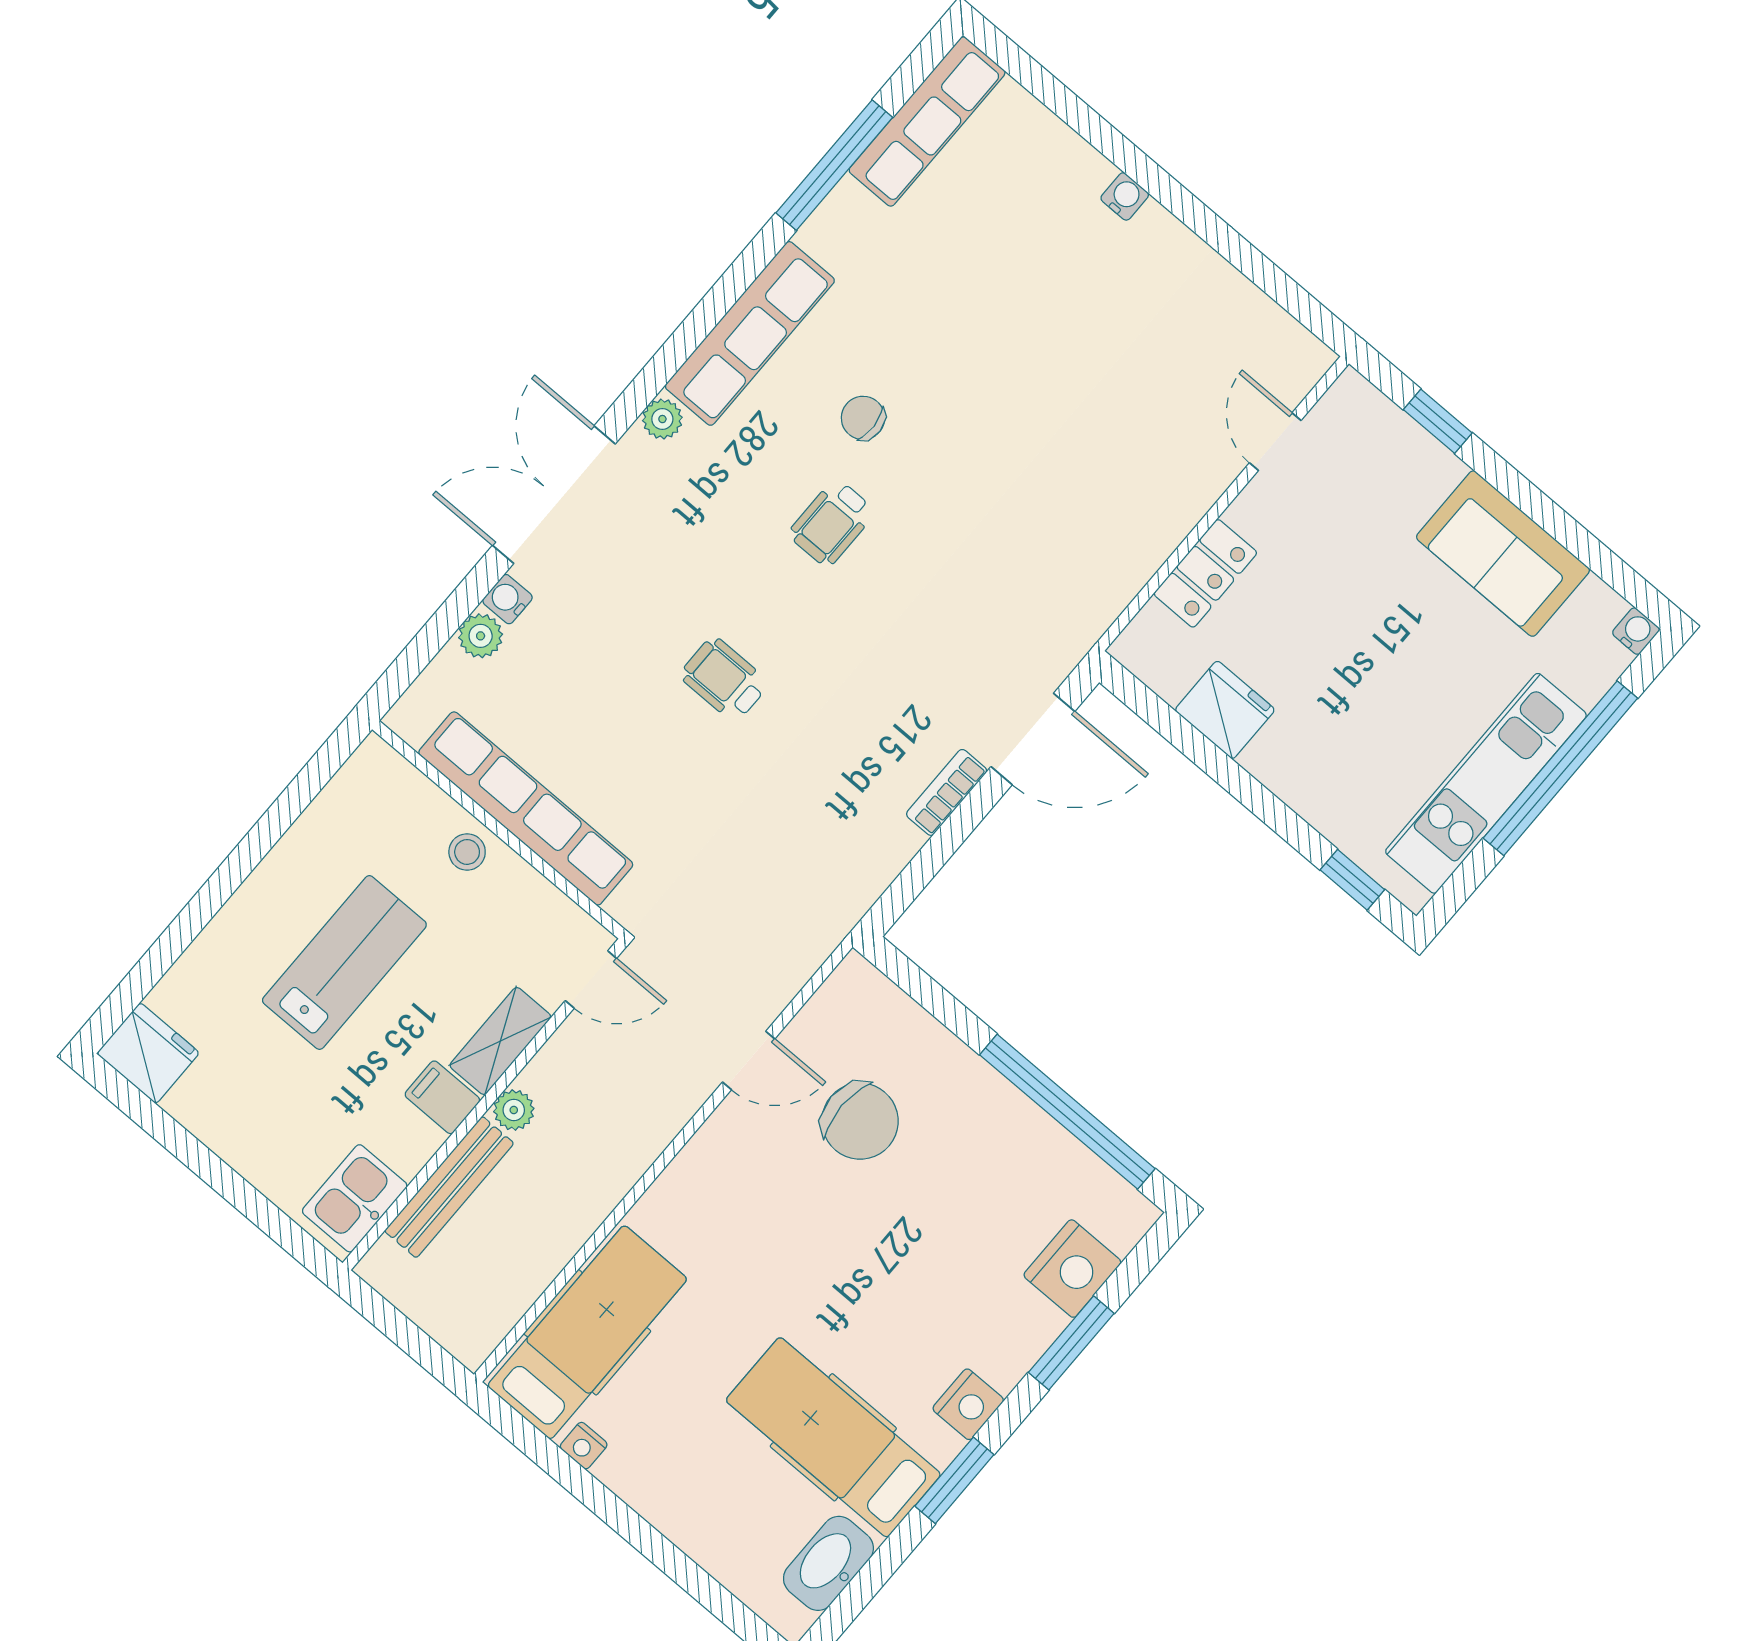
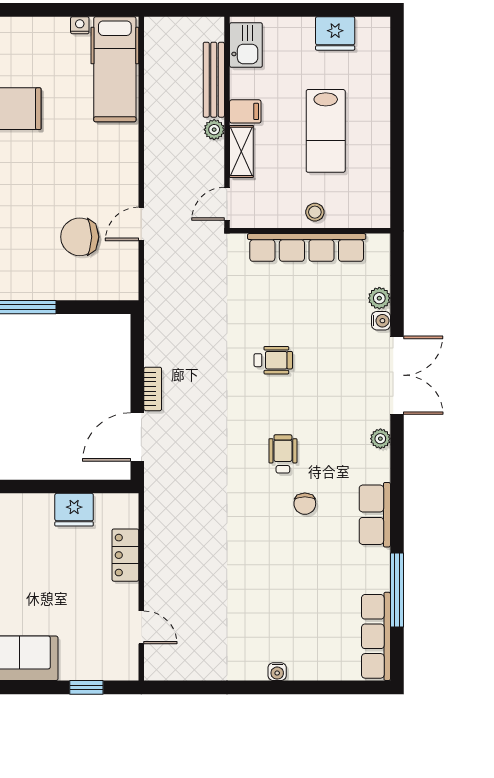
row of seats: (750, 333) -> (375, 515), width x0.68
chair: (863, 418) -> (305, 504), turned 93
fridge: (148, 1053) -> (335, 33), moved

